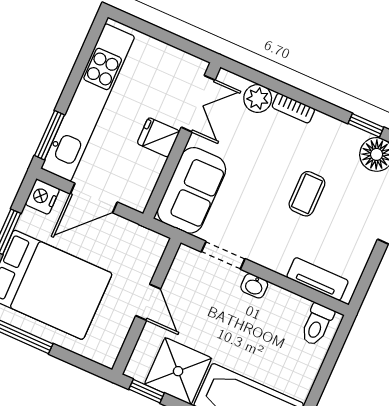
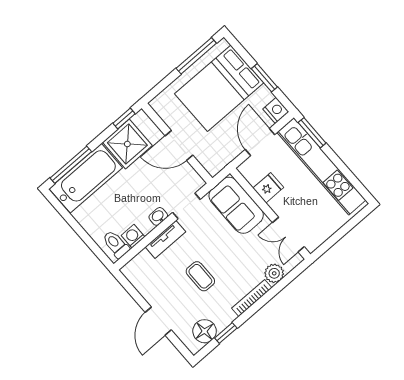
bookcase: (293, 108) -> (252, 298), width x1.56
fridge: (158, 137) -> (268, 188), moved
tv unit: (318, 279) -> (165, 239), moved
door: (148, 302) -> (179, 145), width x1.38
washing machine: (296, 307) -> (133, 236), added

